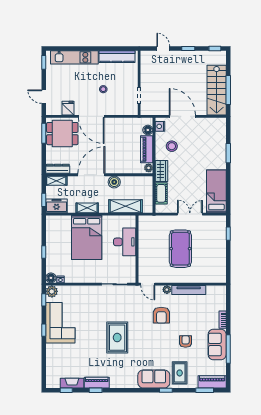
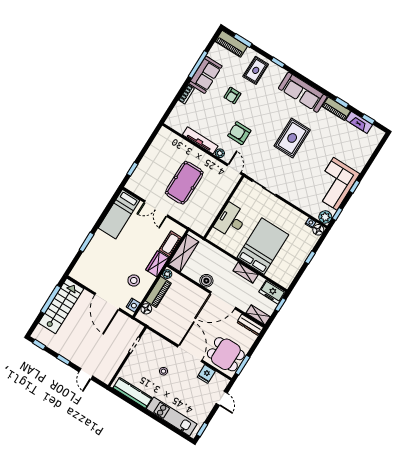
shelving: (125, 206) -> (183, 253), moved, turned 90
armchair: (161, 315) -> (239, 133), turned -90
sofa: (154, 379) -> (303, 92), moved, width x1.36

